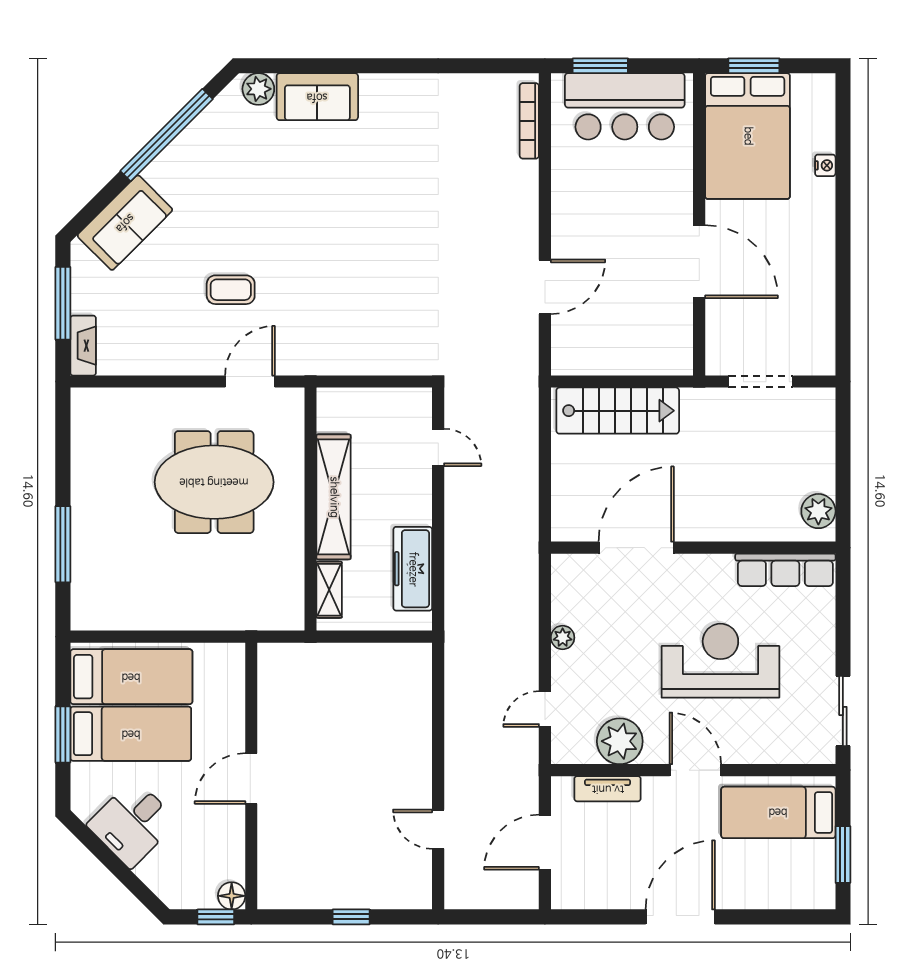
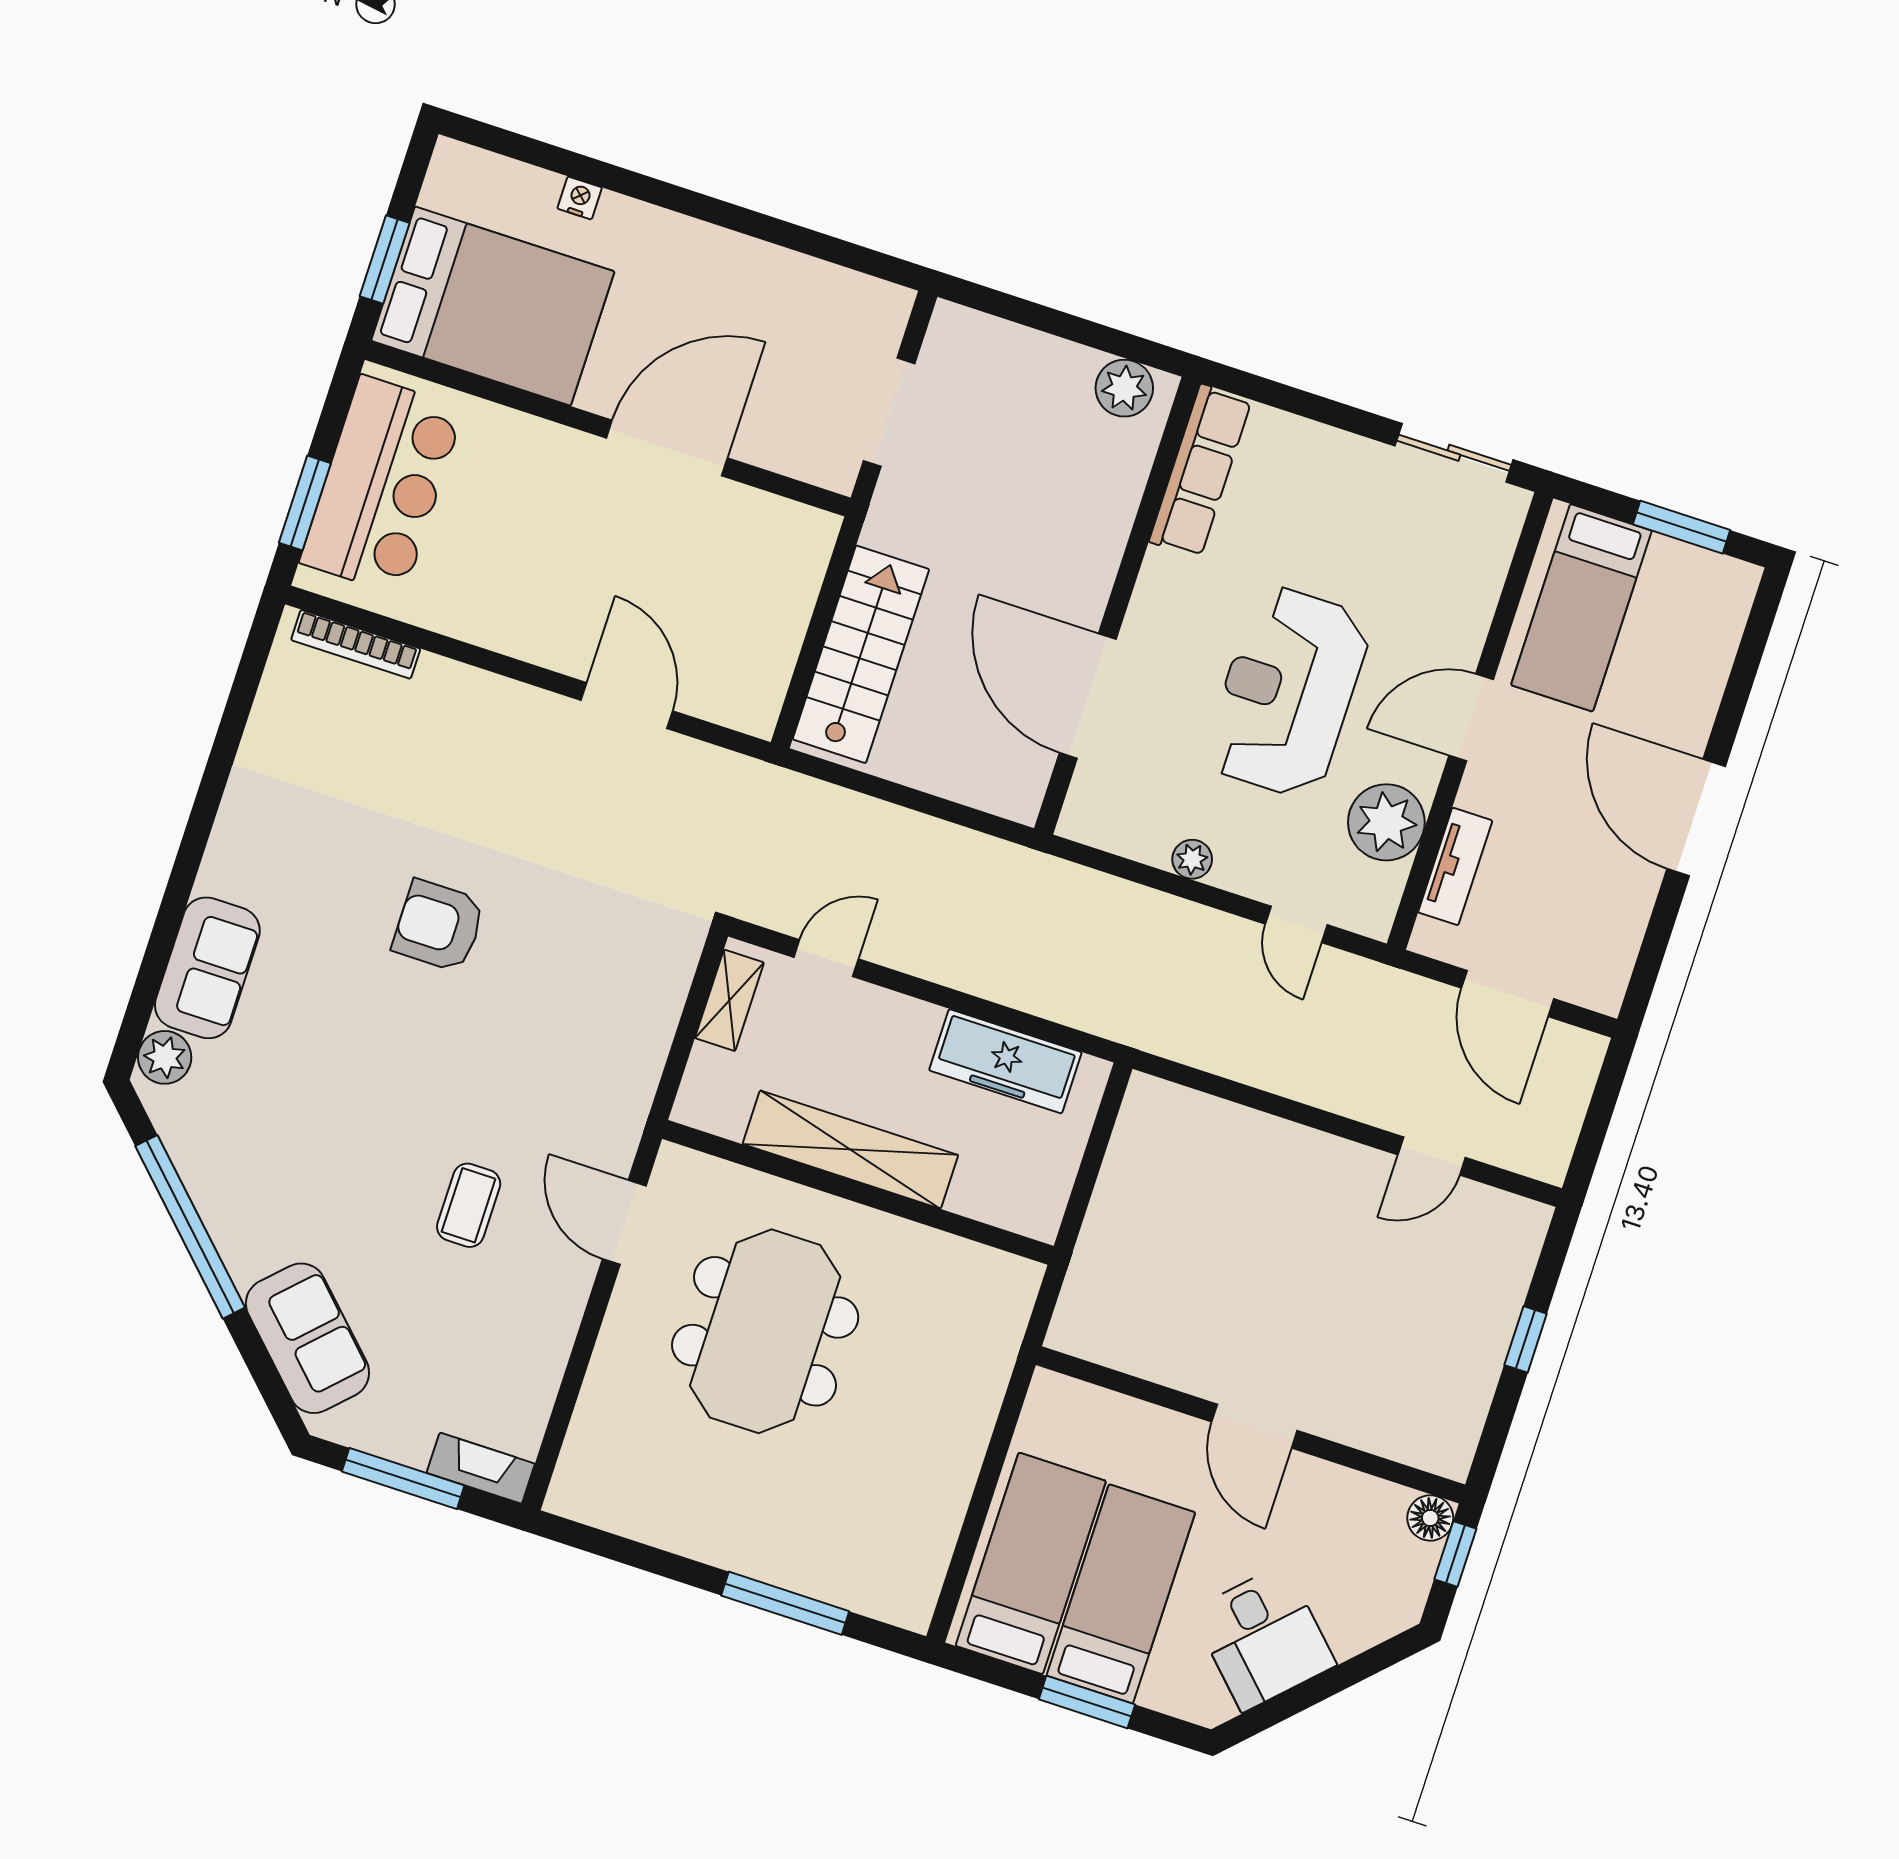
armchair: (384, 221) -> (439, 926), added
shelving: (329, 590) -> (729, 1000), moved, turned 90
reception desk: (720, 661) -> (1287, 692), moved

